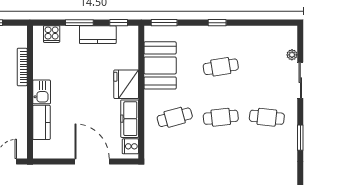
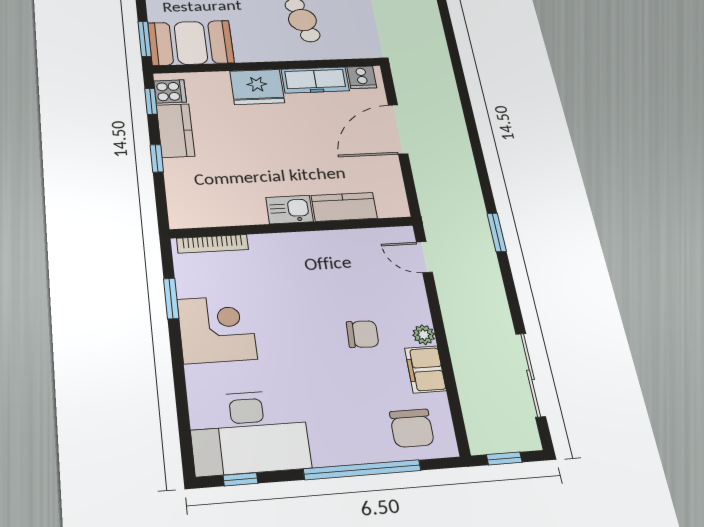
window: (79, 23) -> (157, 158), width x0.67
cooker: (52, 34) -> (170, 91), moved
booth: (160, 65) -> (191, 43), moved
bookcase: (22, 67) -> (212, 244), moved

